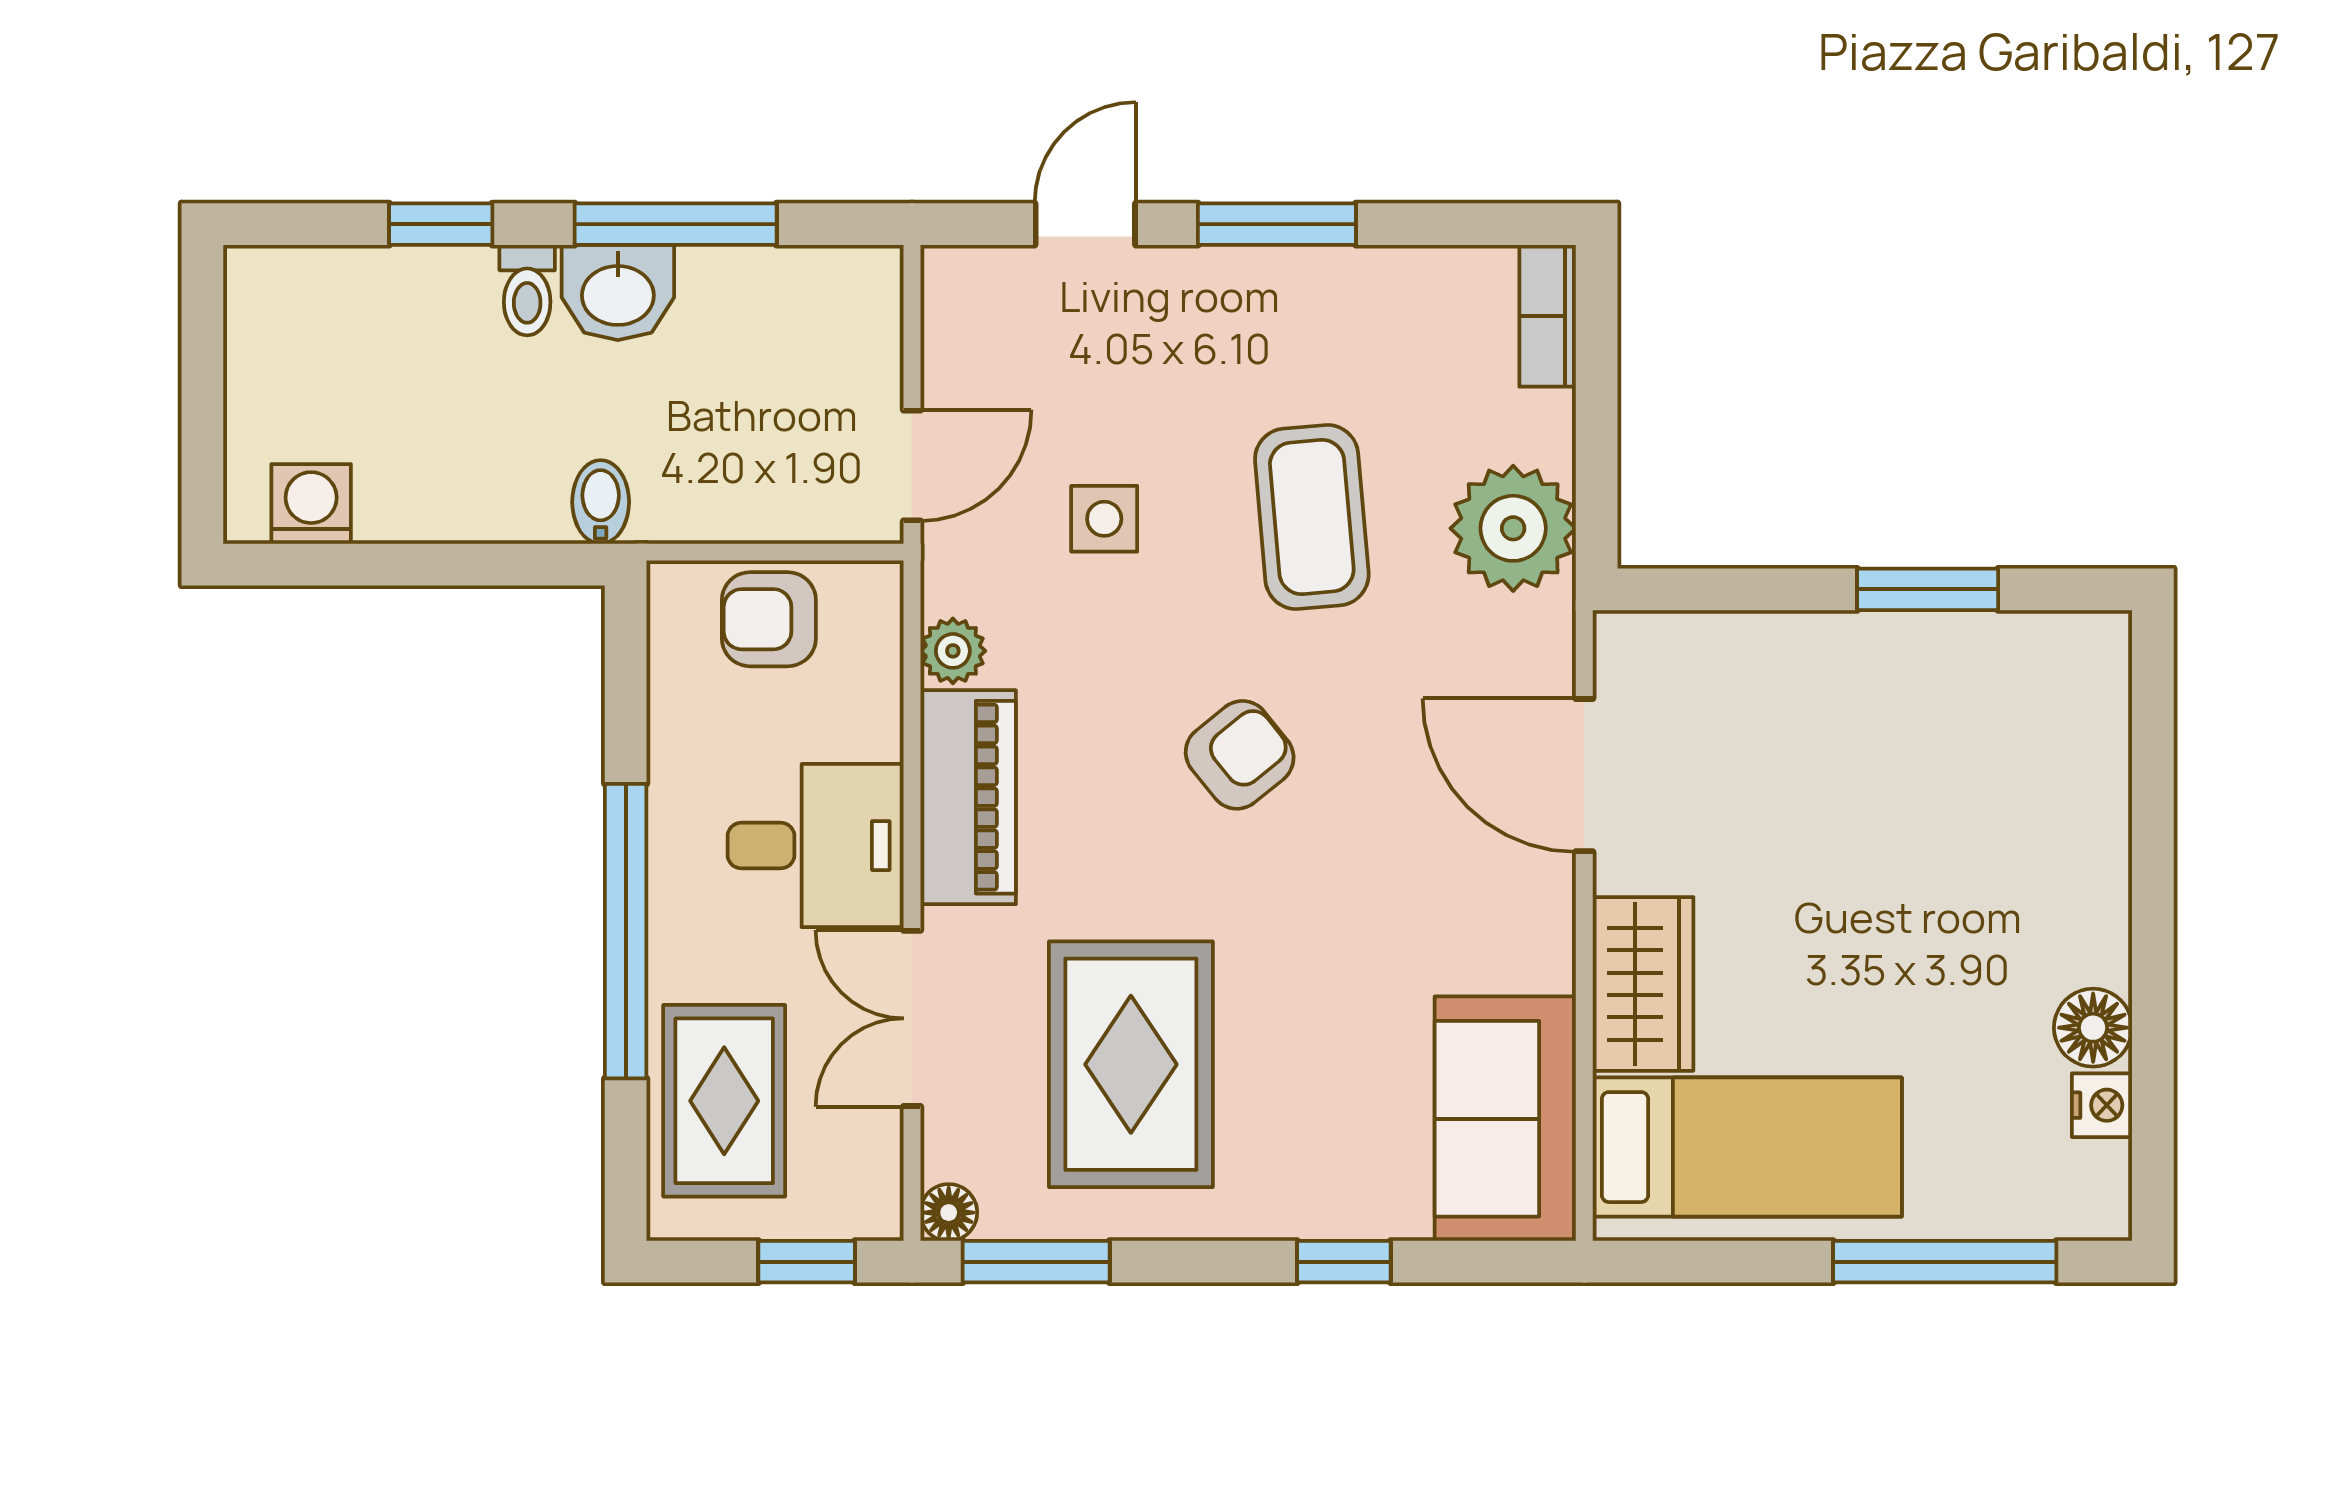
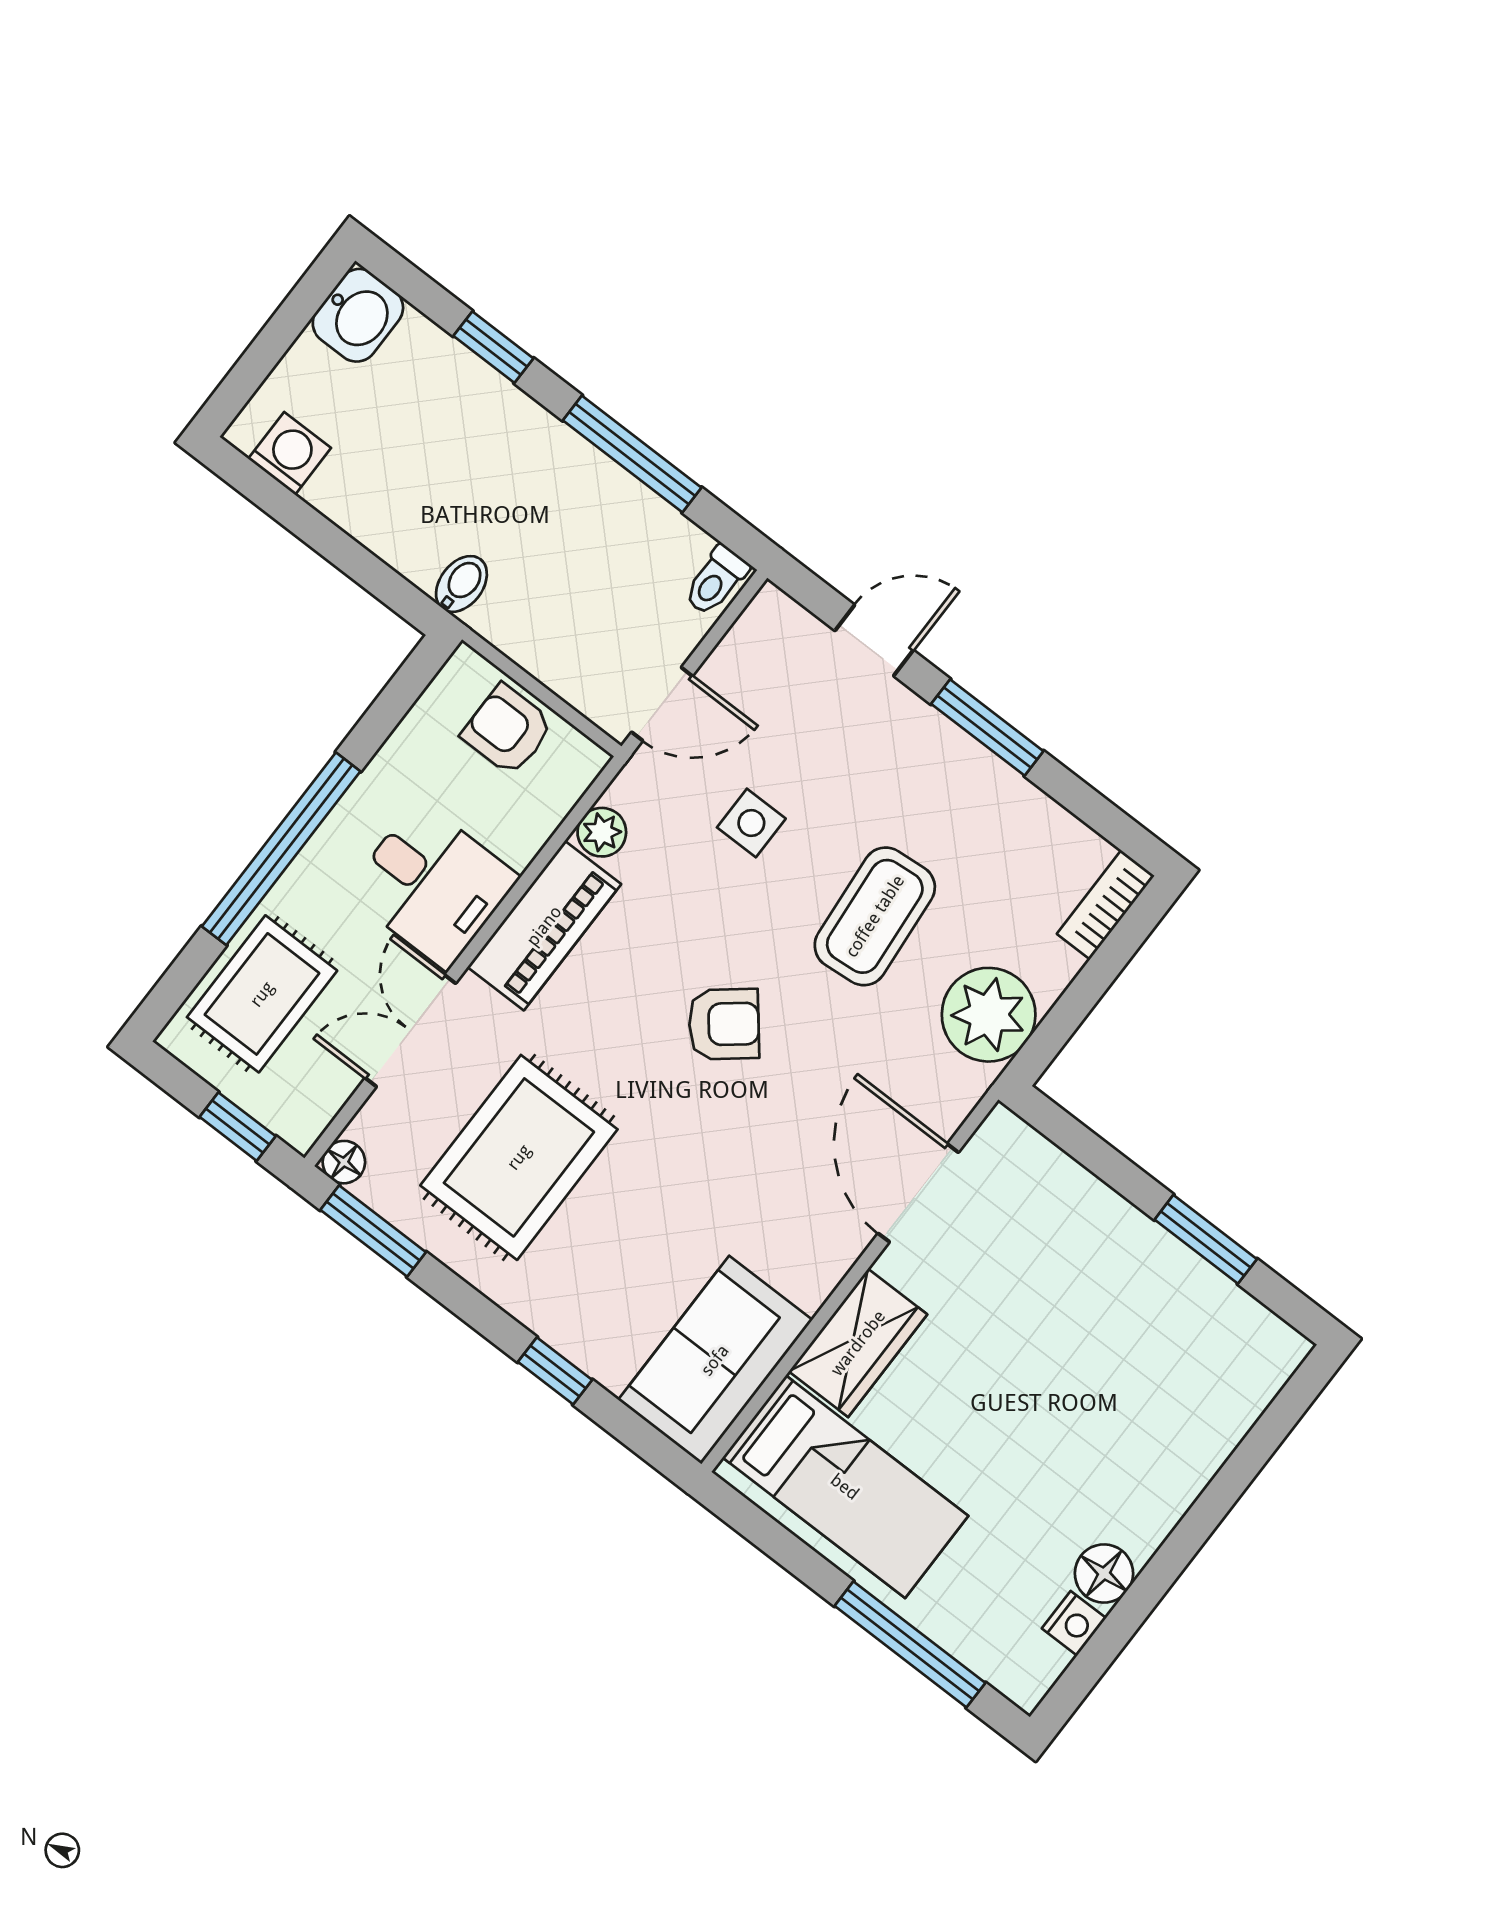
toilet: (527, 290) -> (716, 581), moved
washbasin: (618, 293) -> (358, 315), moved, turned -90

